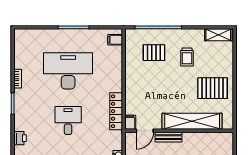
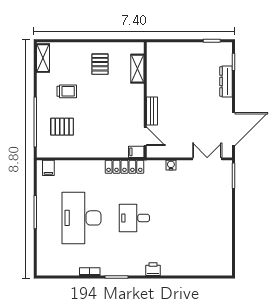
pallet: (154, 53) -> (62, 127), turned 90
pallet: (213, 88) -> (100, 64), width x0.67, depth x0.71
shelving: (192, 121) -> (137, 69), width x0.45, depth x0.75

